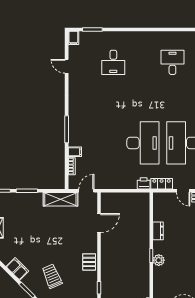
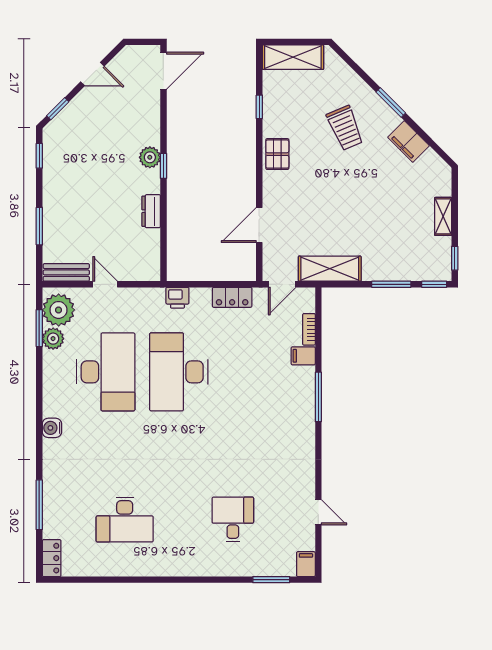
desk: (172, 62) -> (125, 520), width x1.37
locker: (162, 184) -> (232, 297), moved

